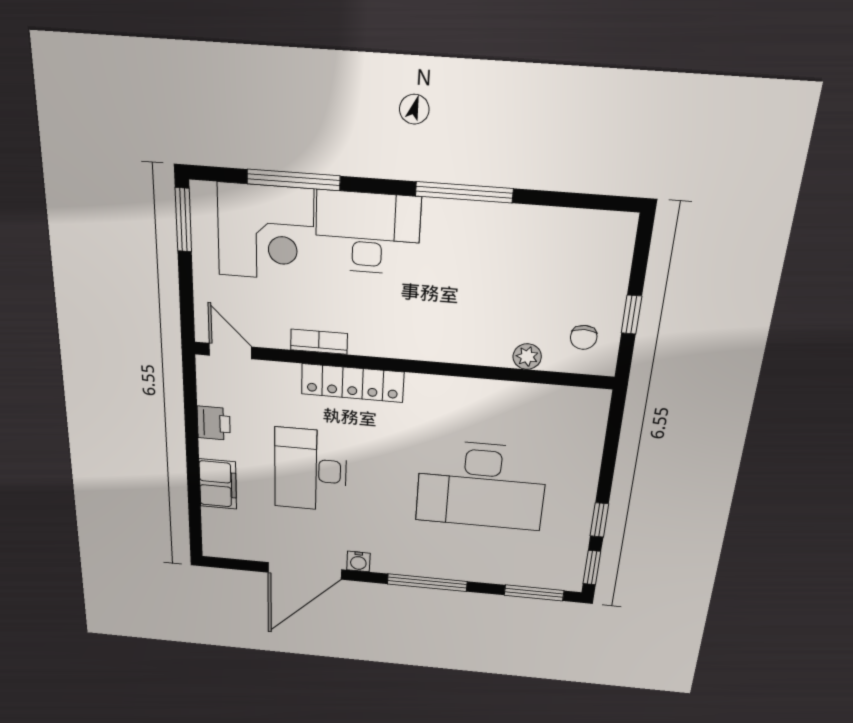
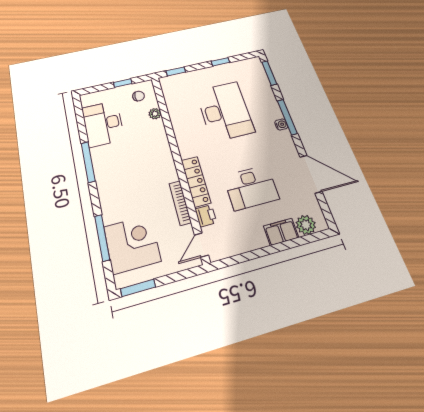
desk: (368, 233) -> (103, 124), moved
bookcase: (319, 342) -> (180, 203), width x1.56
printer: (214, 423) -> (206, 216), moved, turned 90
plant: (219, 525) -> (306, 225), added
water cooler: (358, 561) -> (281, 124), moved
window: (592, 568) -> (176, 71), moved

